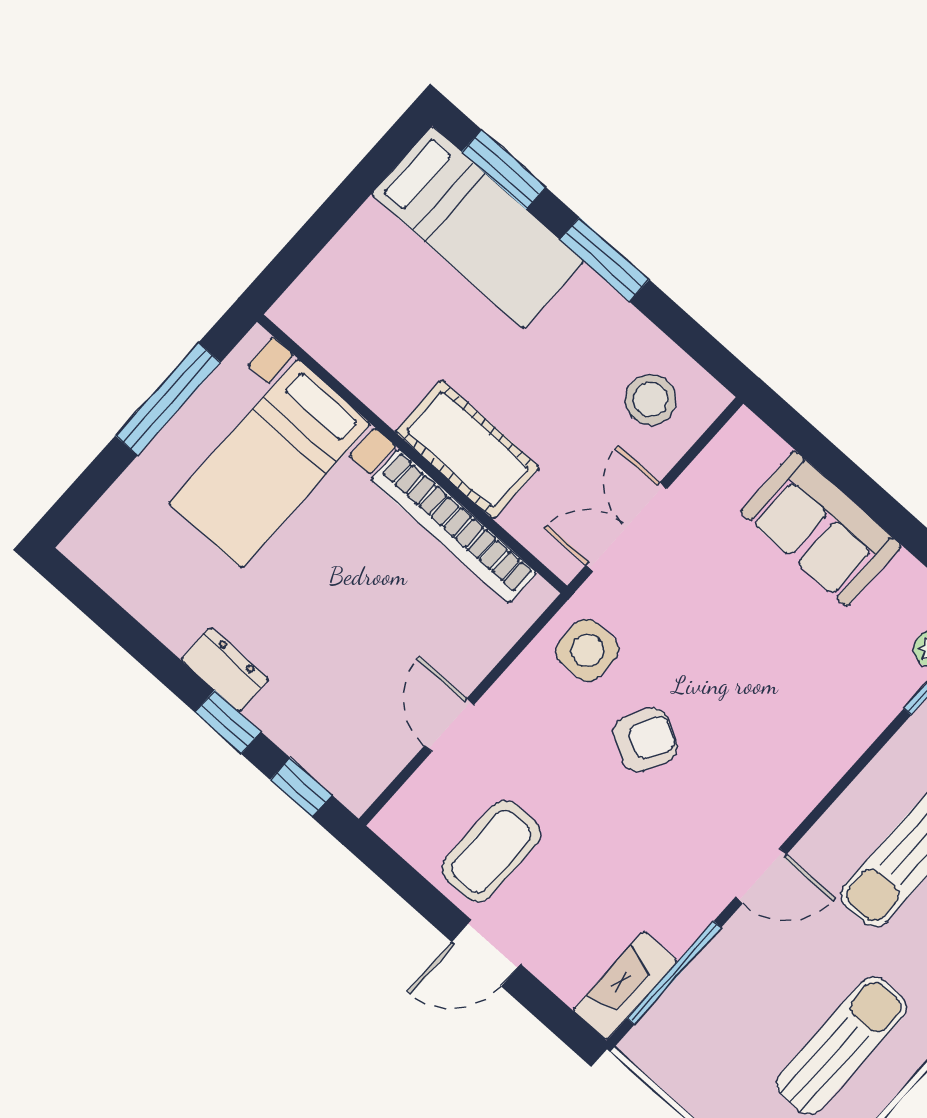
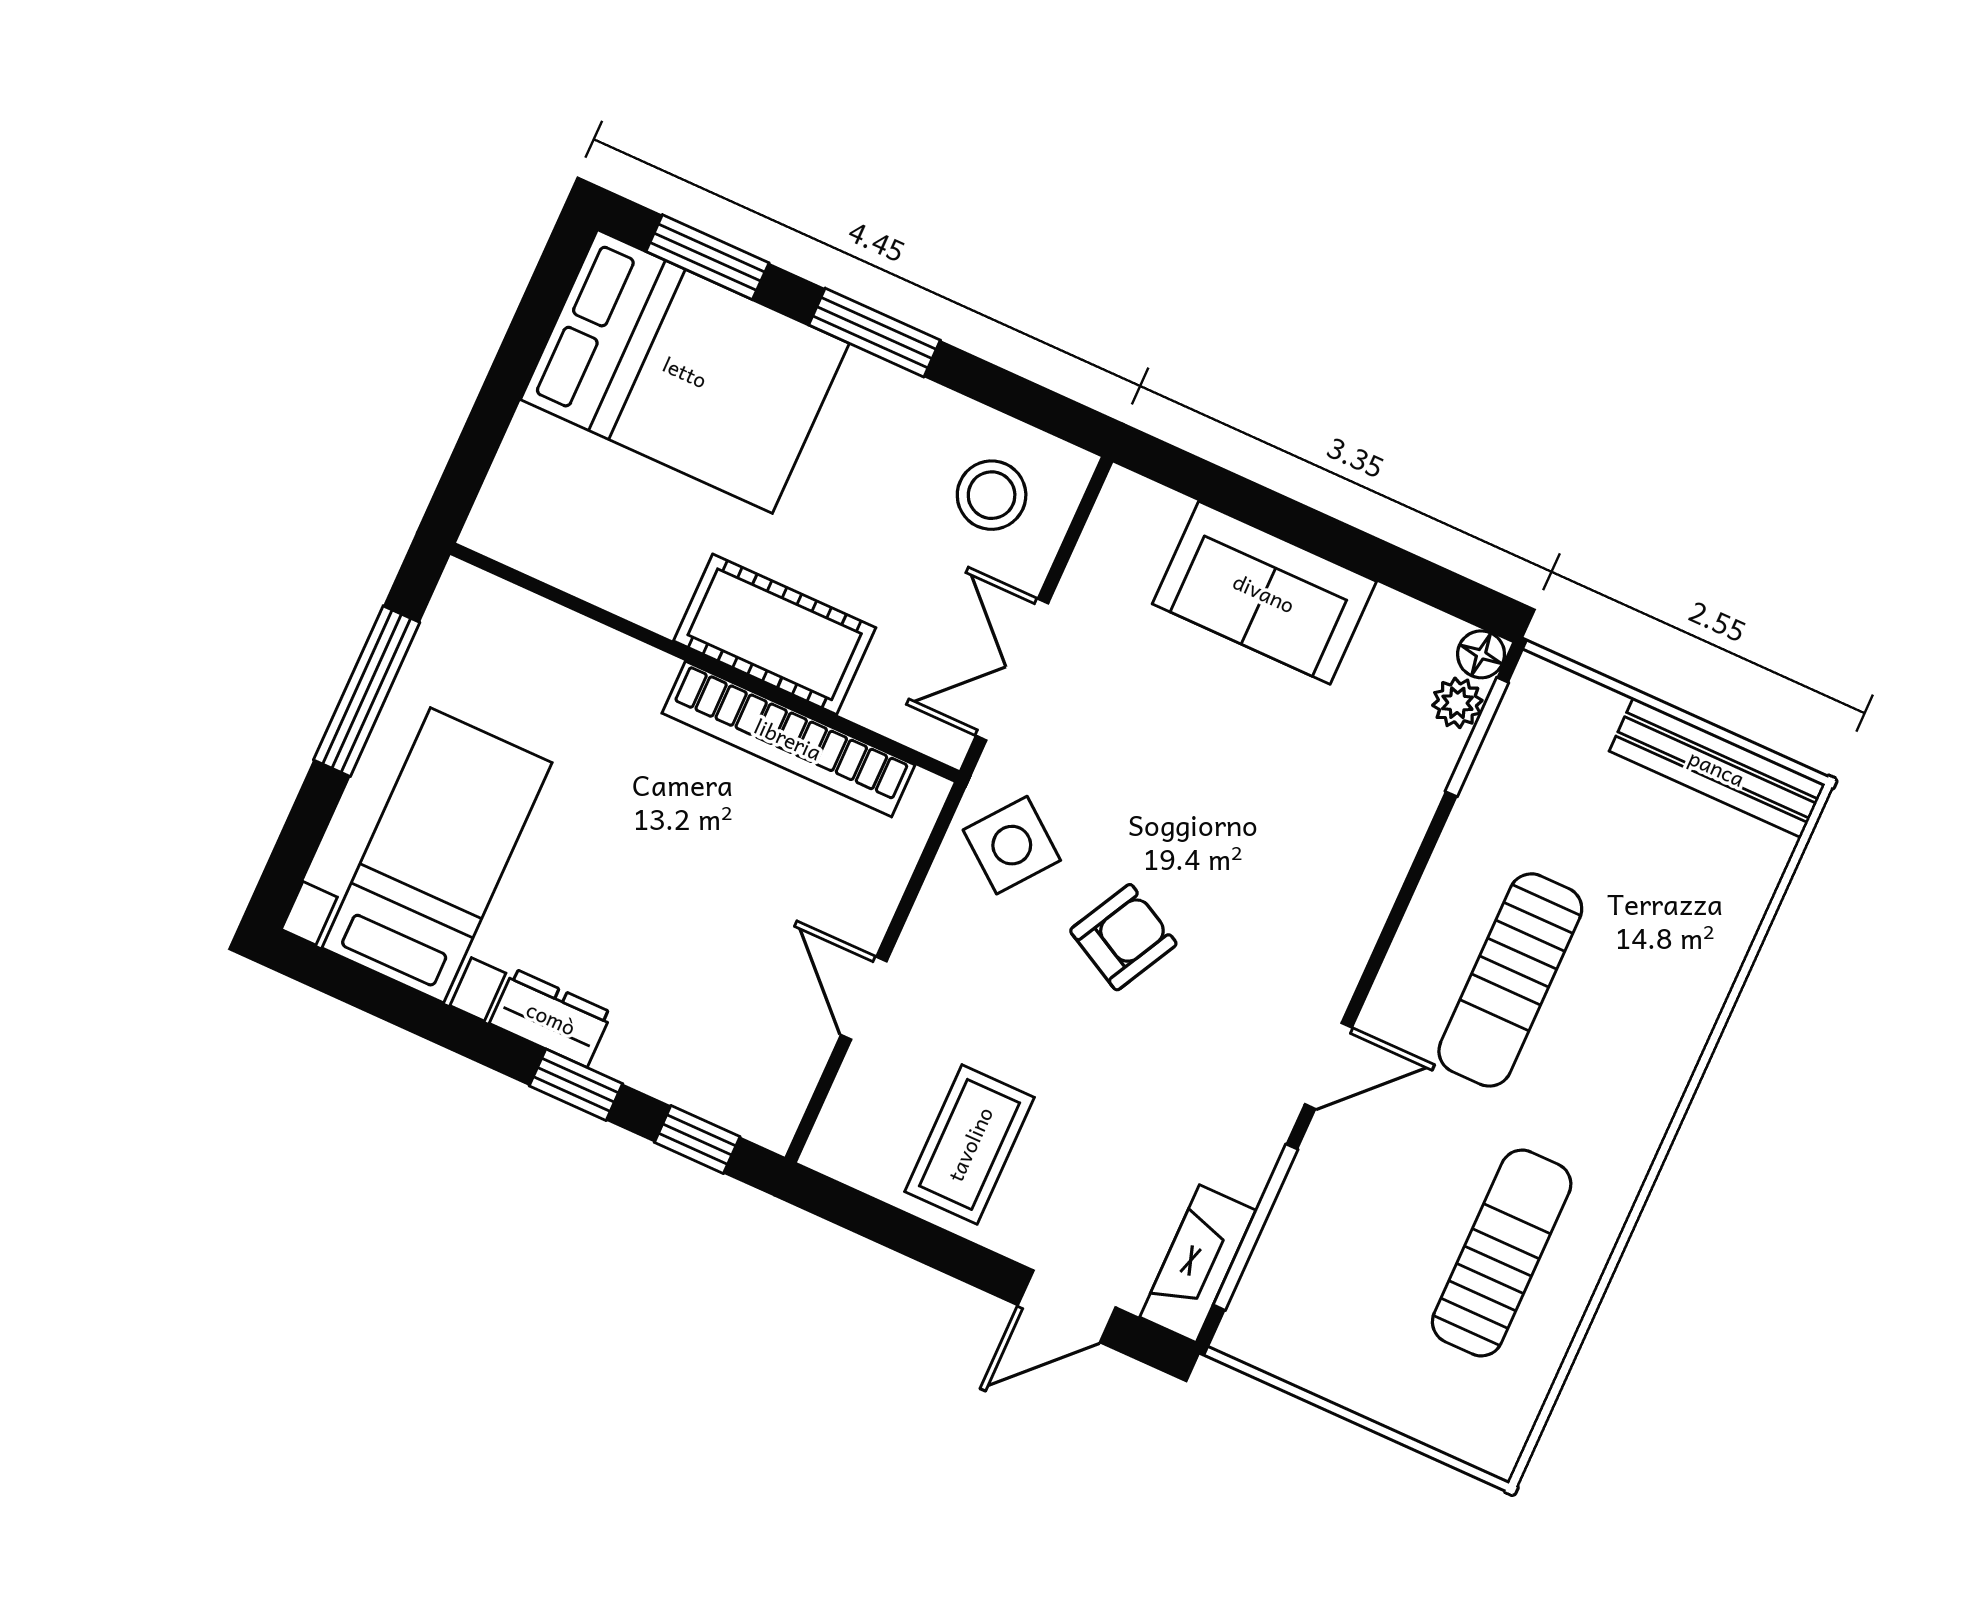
bed: (478, 228) -> (685, 372), width x1.50
bed with nightstands: (270, 464) -> (437, 855), moved, turned 180
side table: (587, 650) -> (1012, 845), turned 38
door: (486, 953) -> (1067, 1306), moved

